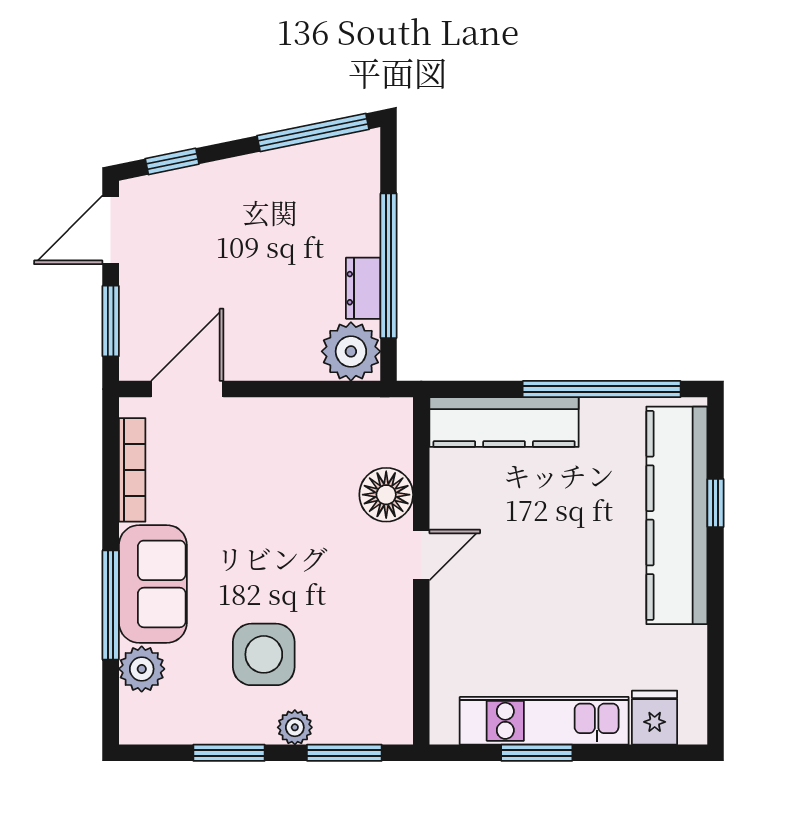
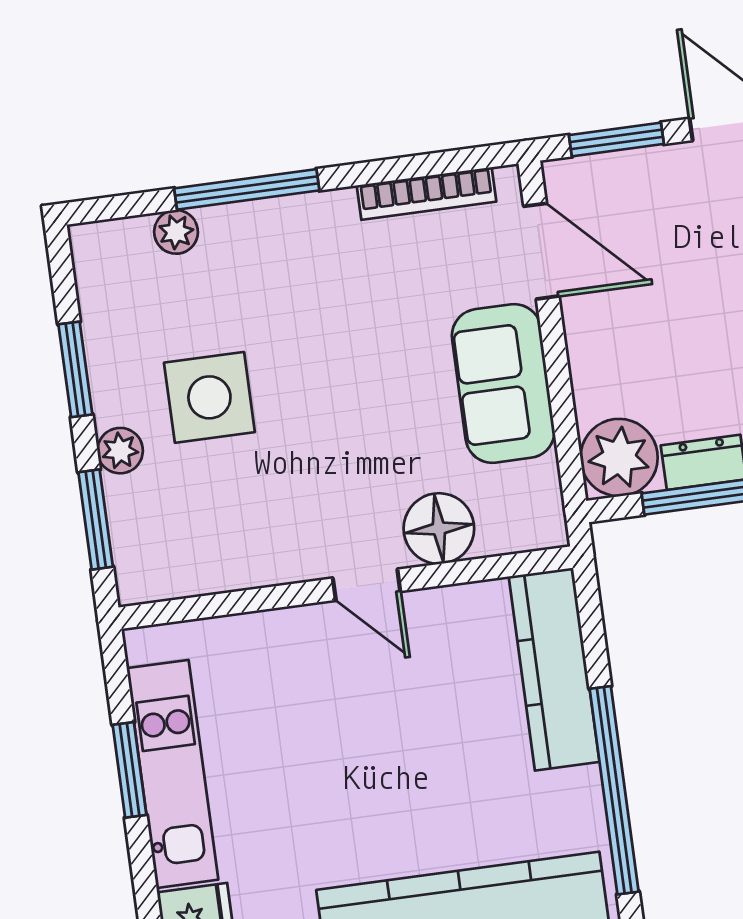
sofa: (153, 584) -> (503, 383), moved, turned 90
plant: (142, 669) -> (176, 232), width x0.73, depth x0.73

